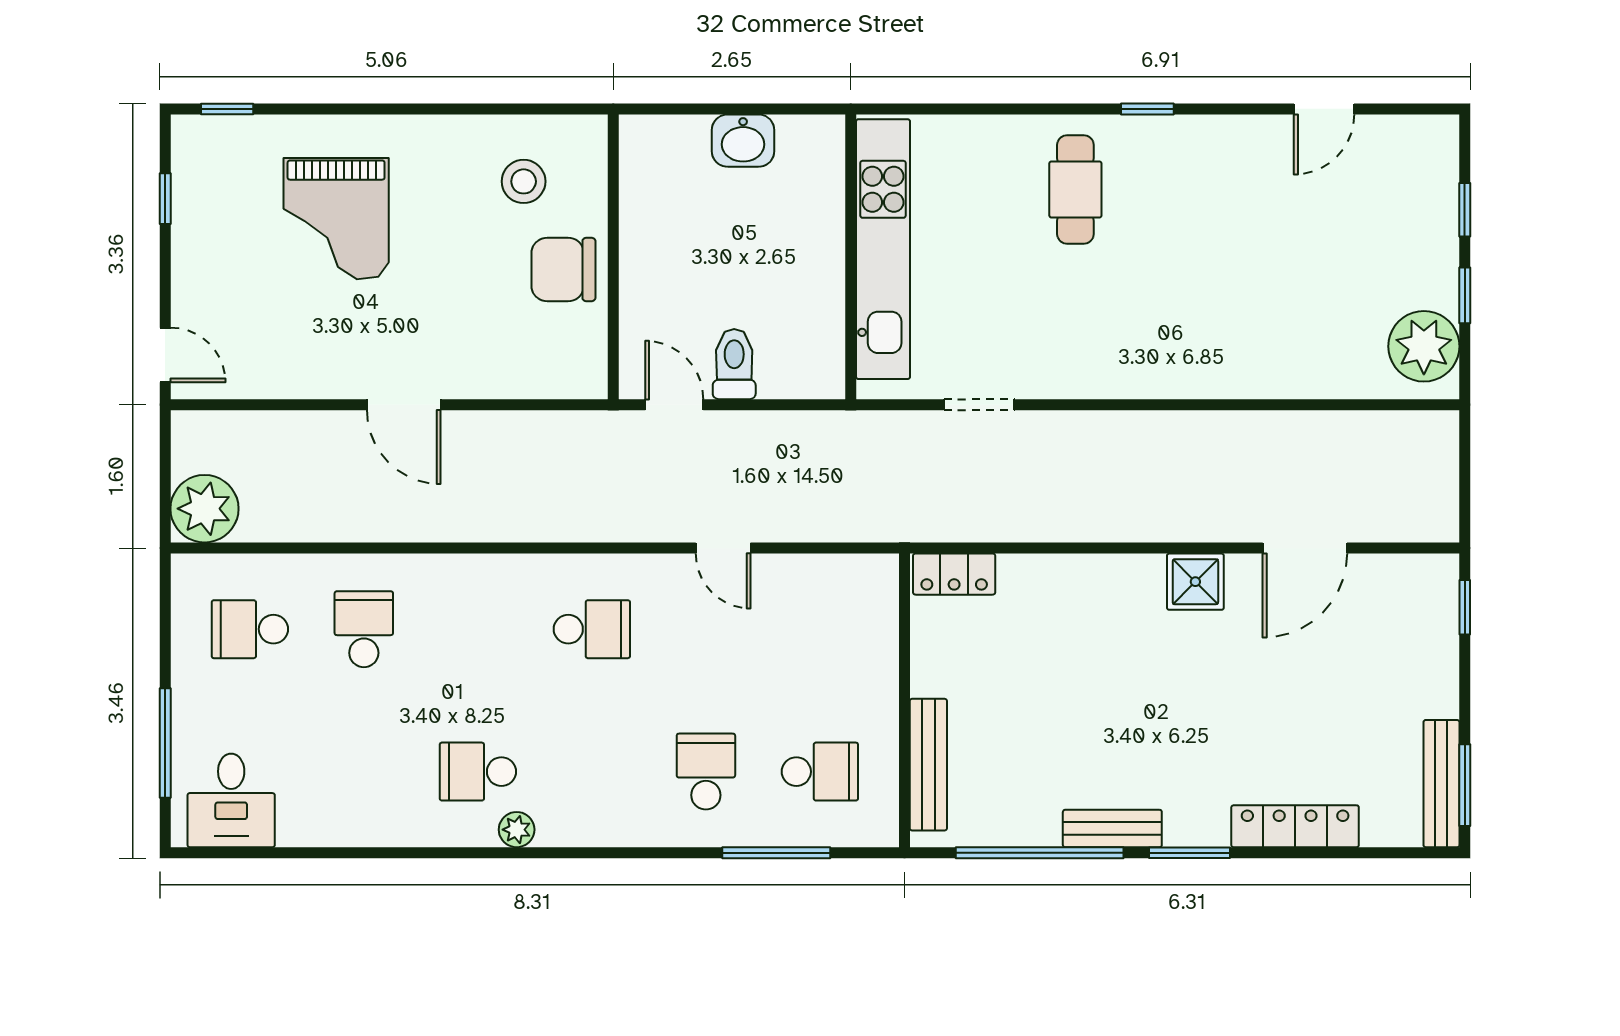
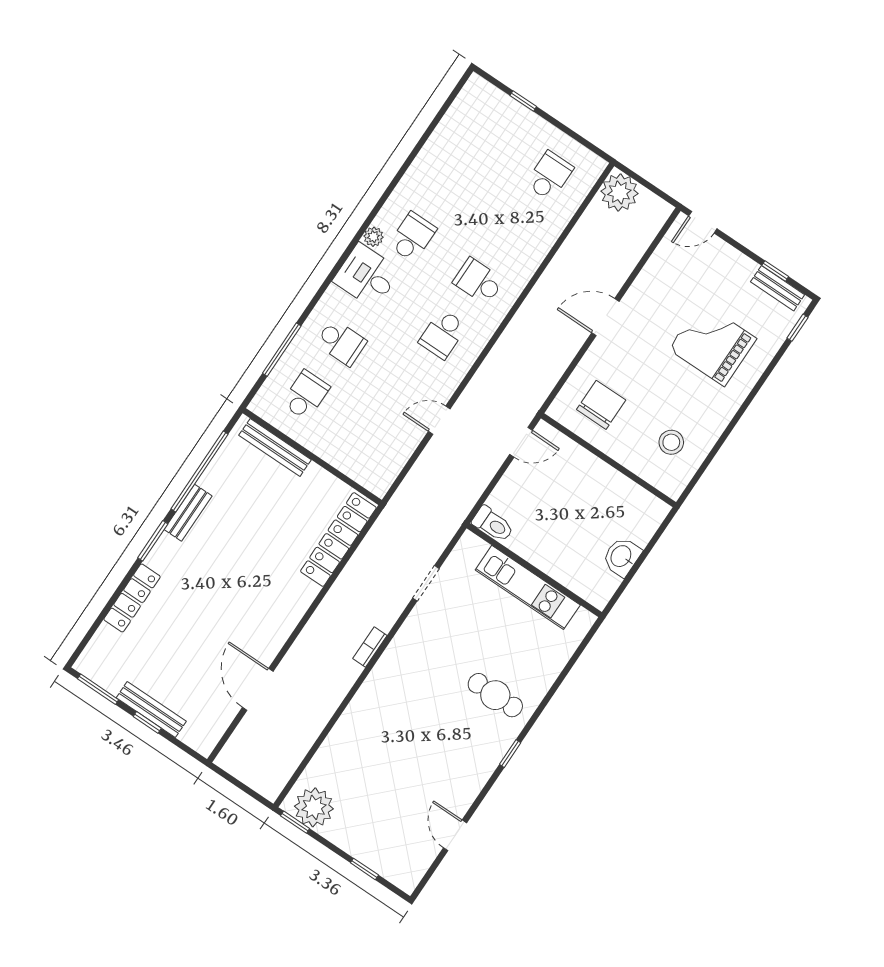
bench: (188, 178) -> (778, 288), added
kitchen unit: (883, 249) -> (528, 587), width x0.73
chair: (563, 269) -> (601, 405), moved
window: (1465, 295) -> (295, 822), moved
toilet: (734, 364) -> (493, 524), moved
bookcase: (1130, 424) -> (370, 647), added
locker: (954, 574) -> (338, 540), width x2.16, depth x1.21
shower: (1195, 582) -> (276, 628), removed
window: (1465, 607) -> (147, 722), moved
school desk: (364, 629) -> (478, 281), moved, turned 180
window: (165, 743) -> (523, 101), width x0.46
school desk: (820, 772) -> (306, 395), turned 180
bench: (1441, 784) -> (151, 710), moved
desk: (231, 800) -> (367, 276), moved

